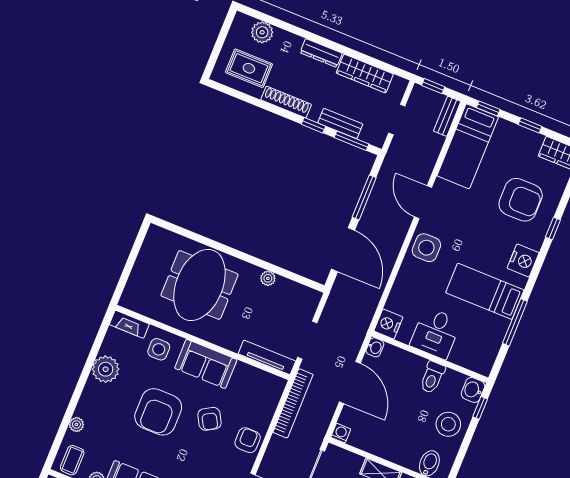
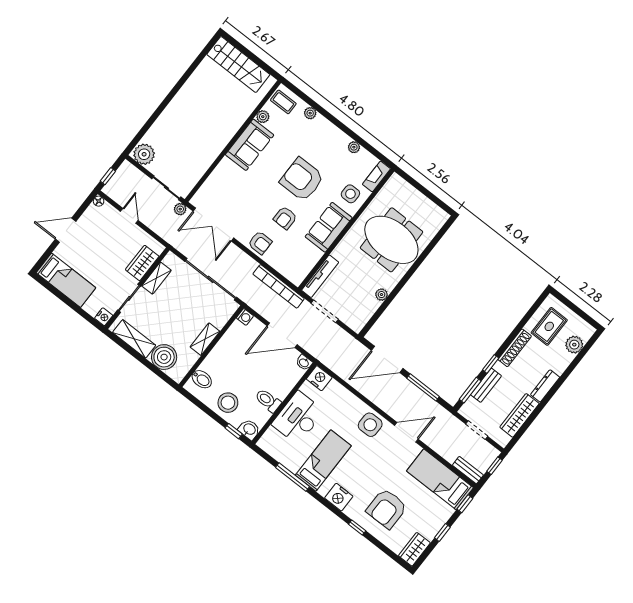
desk: (436, 333) -> (298, 418), width x1.37
plant: (106, 369) -> (354, 147), width x0.53, depth x0.53
armchair: (209, 419) -> (285, 218), turned -60

